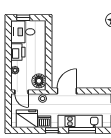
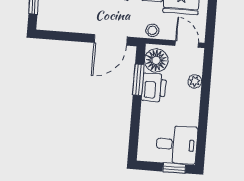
printer: (18, 52) -> (154, 87), moved, turned 180
window: (49, 69) -> (138, 80), added

